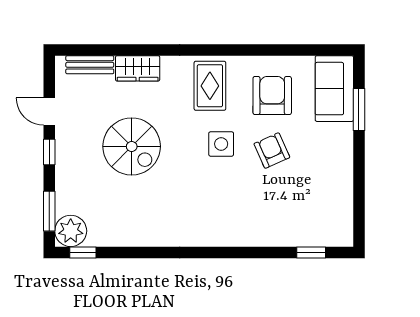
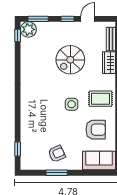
window: (359, 109) -> (57, 173), moved
armchair: (272, 151) -> (57, 154), moved

